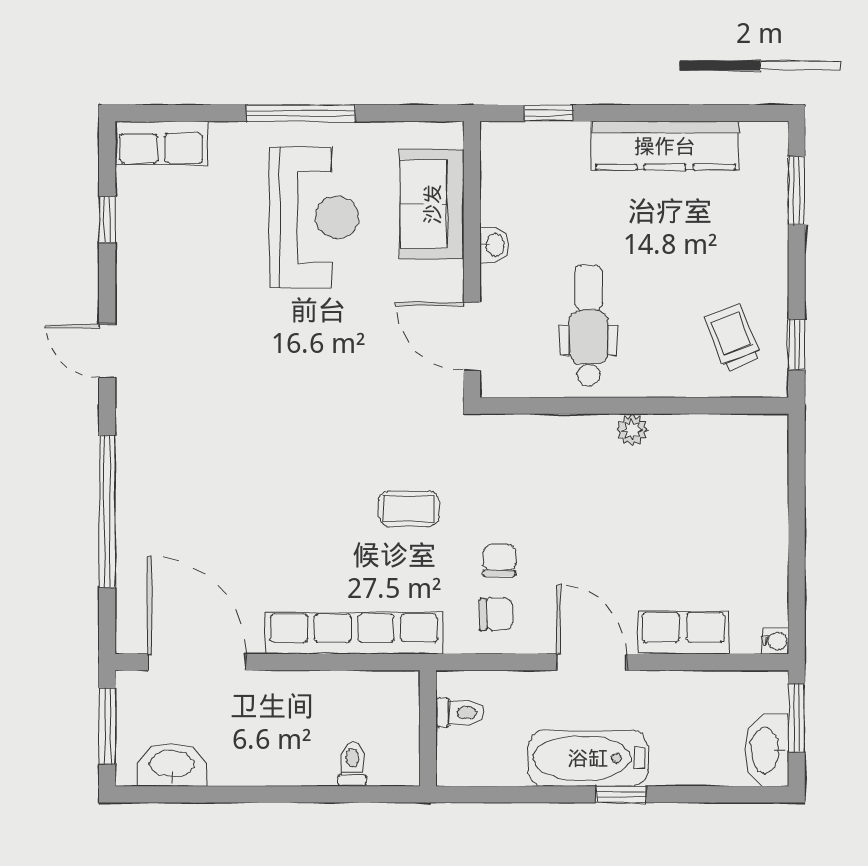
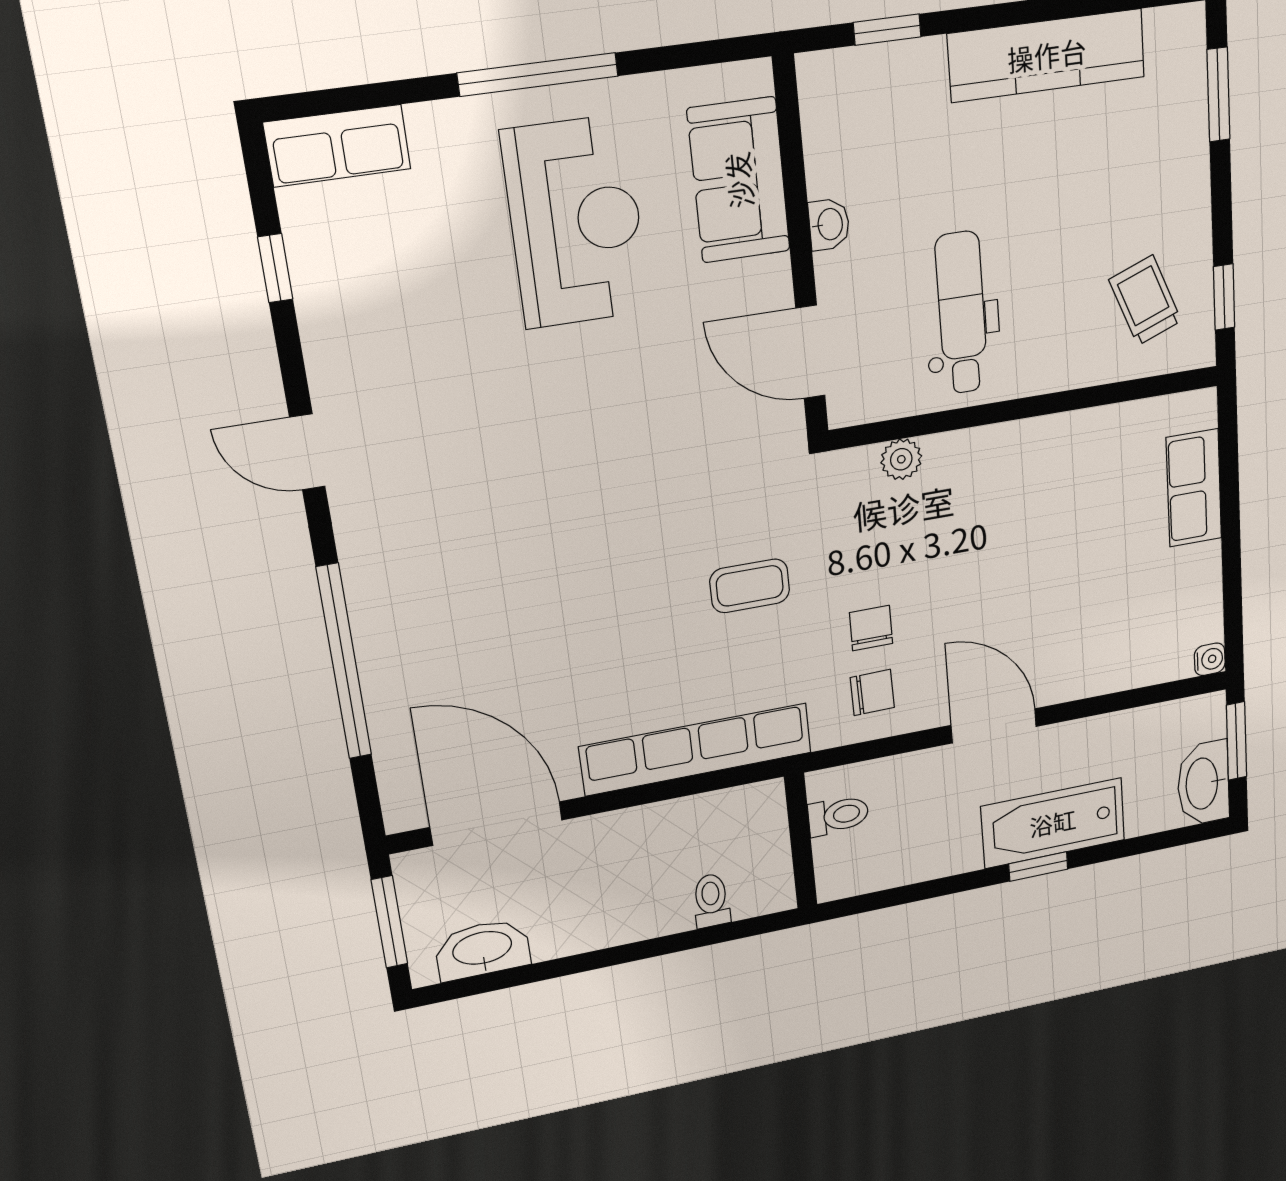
plant: (632, 430) -> (901, 459), moved
row of seats: (683, 632) -> (1194, 488), moved, turned -90
bathtub: (588, 758) -> (1053, 823), moved

